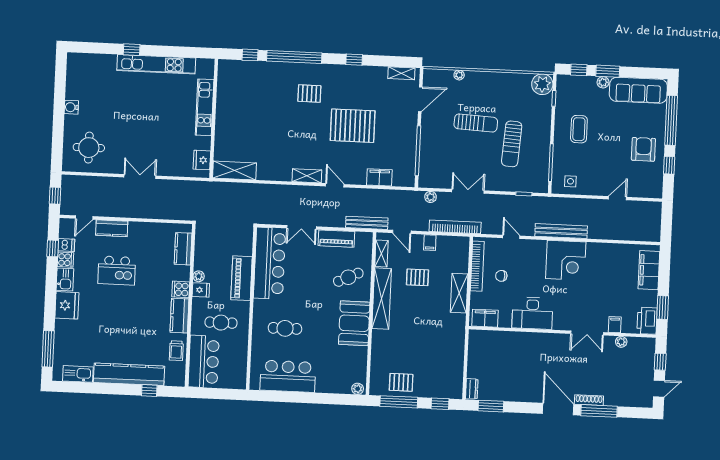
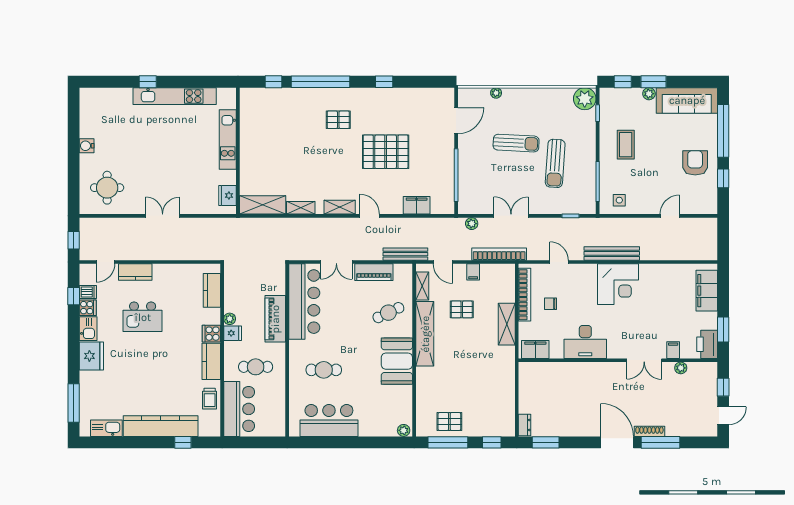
shelving: (401, 73) -> (301, 208), moved

